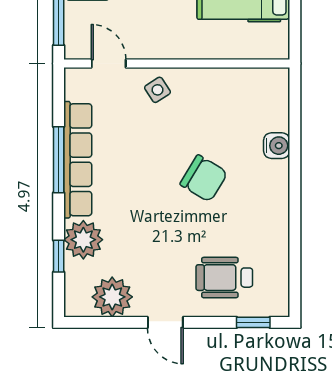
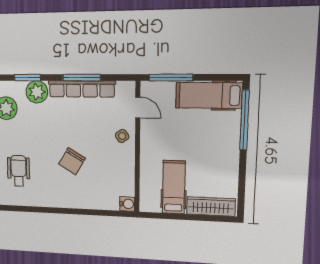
door: (109, 64) -> (138, 107), hinge flipped
water cooler: (277, 146) -> (127, 204), moved, turned -90
window: (59, 256) -> (27, 78), width x1.50

